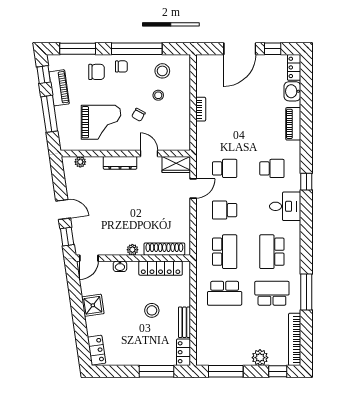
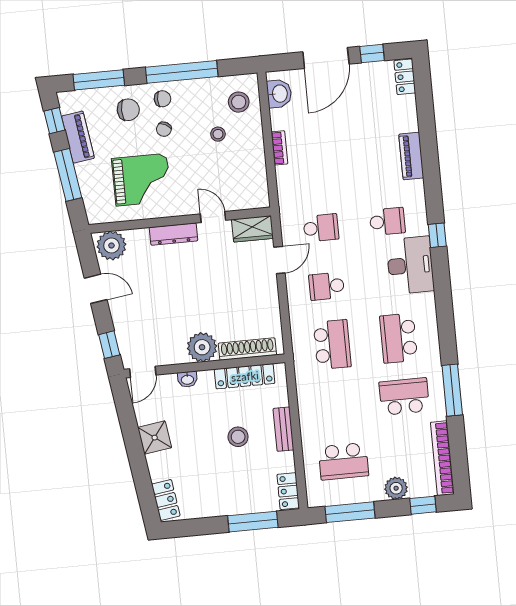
stool: (162, 71) -> (239, 102), moved
washbasin: (292, 91) -> (279, 94), moved, turned 180
chair: (138, 115) -> (164, 129), moved
plant: (80, 162) -> (111, 246), width x1.87, depth x1.87
desk: (285, 206) -> (410, 265), width x1.37
door: (63, 209) -> (96, 289), moved
plant: (132, 250) -> (202, 347), width x1.88, depth x1.88
school desk: (225, 293) -> (343, 461), moved
bench: (184, 322) -> (283, 429), moved

